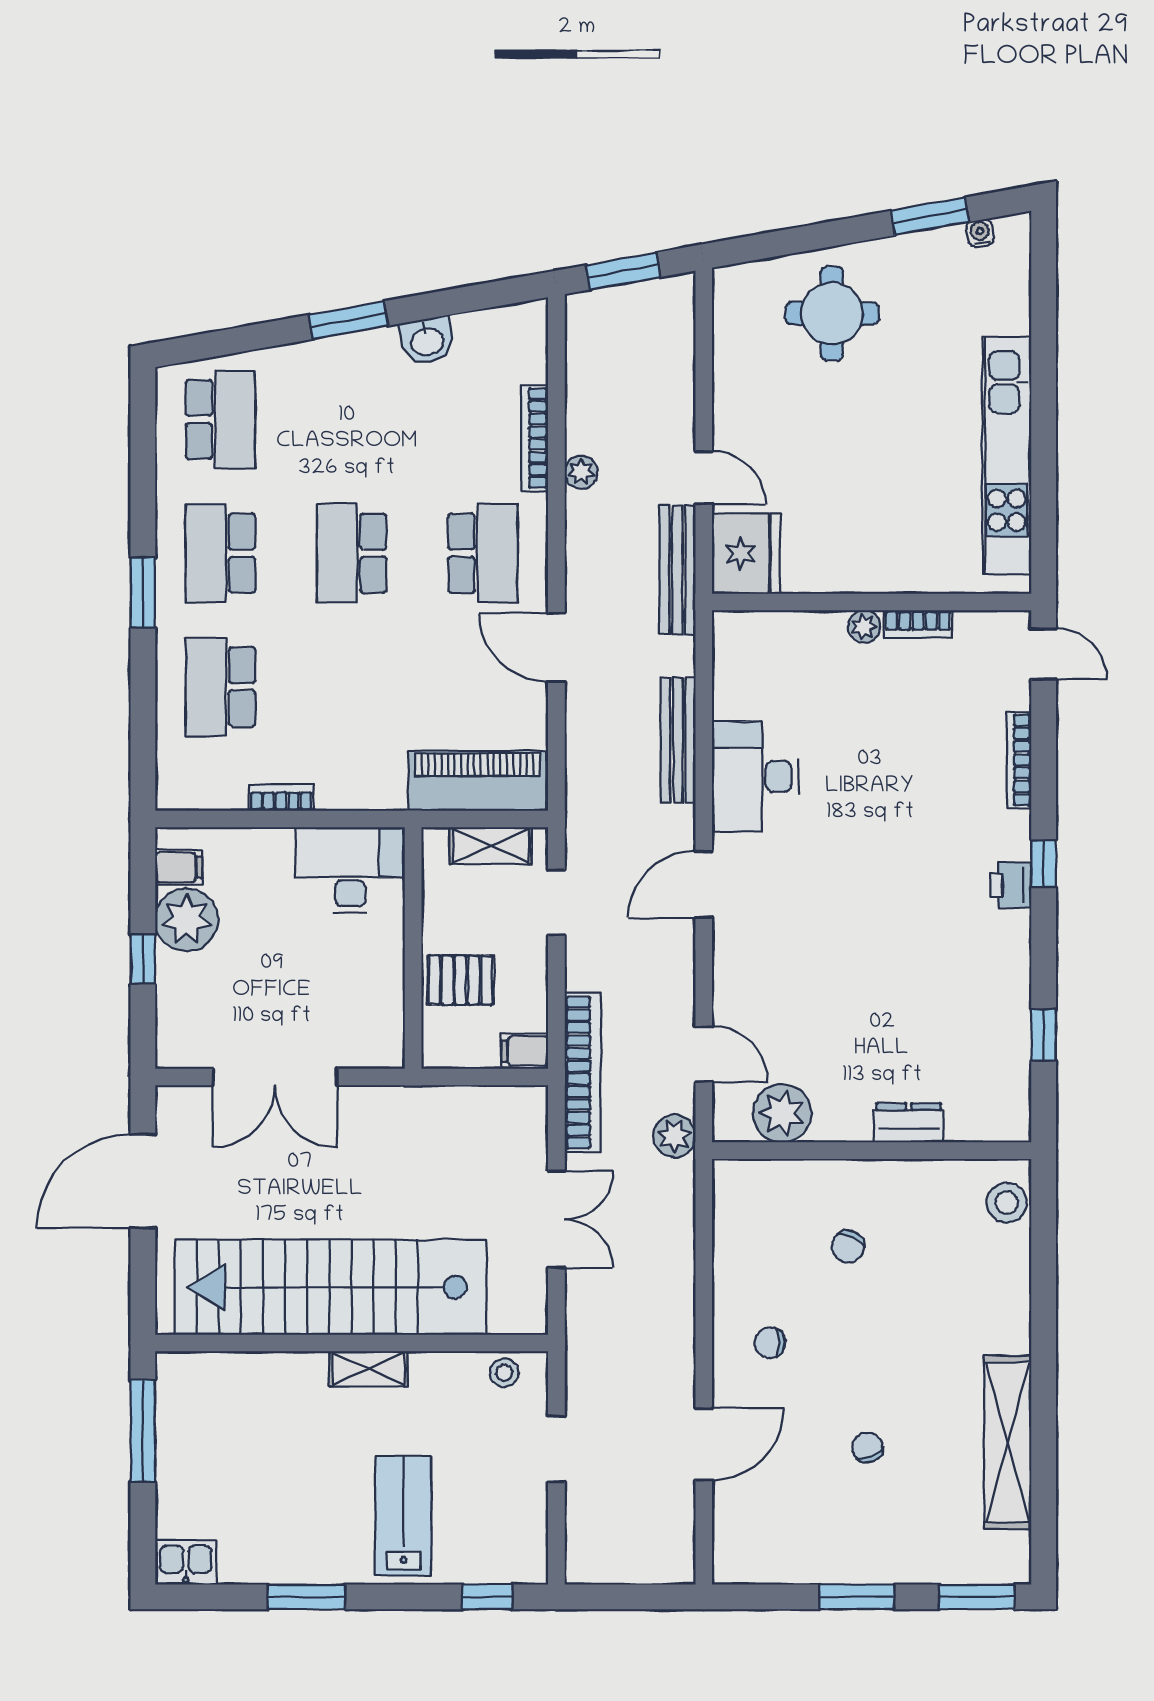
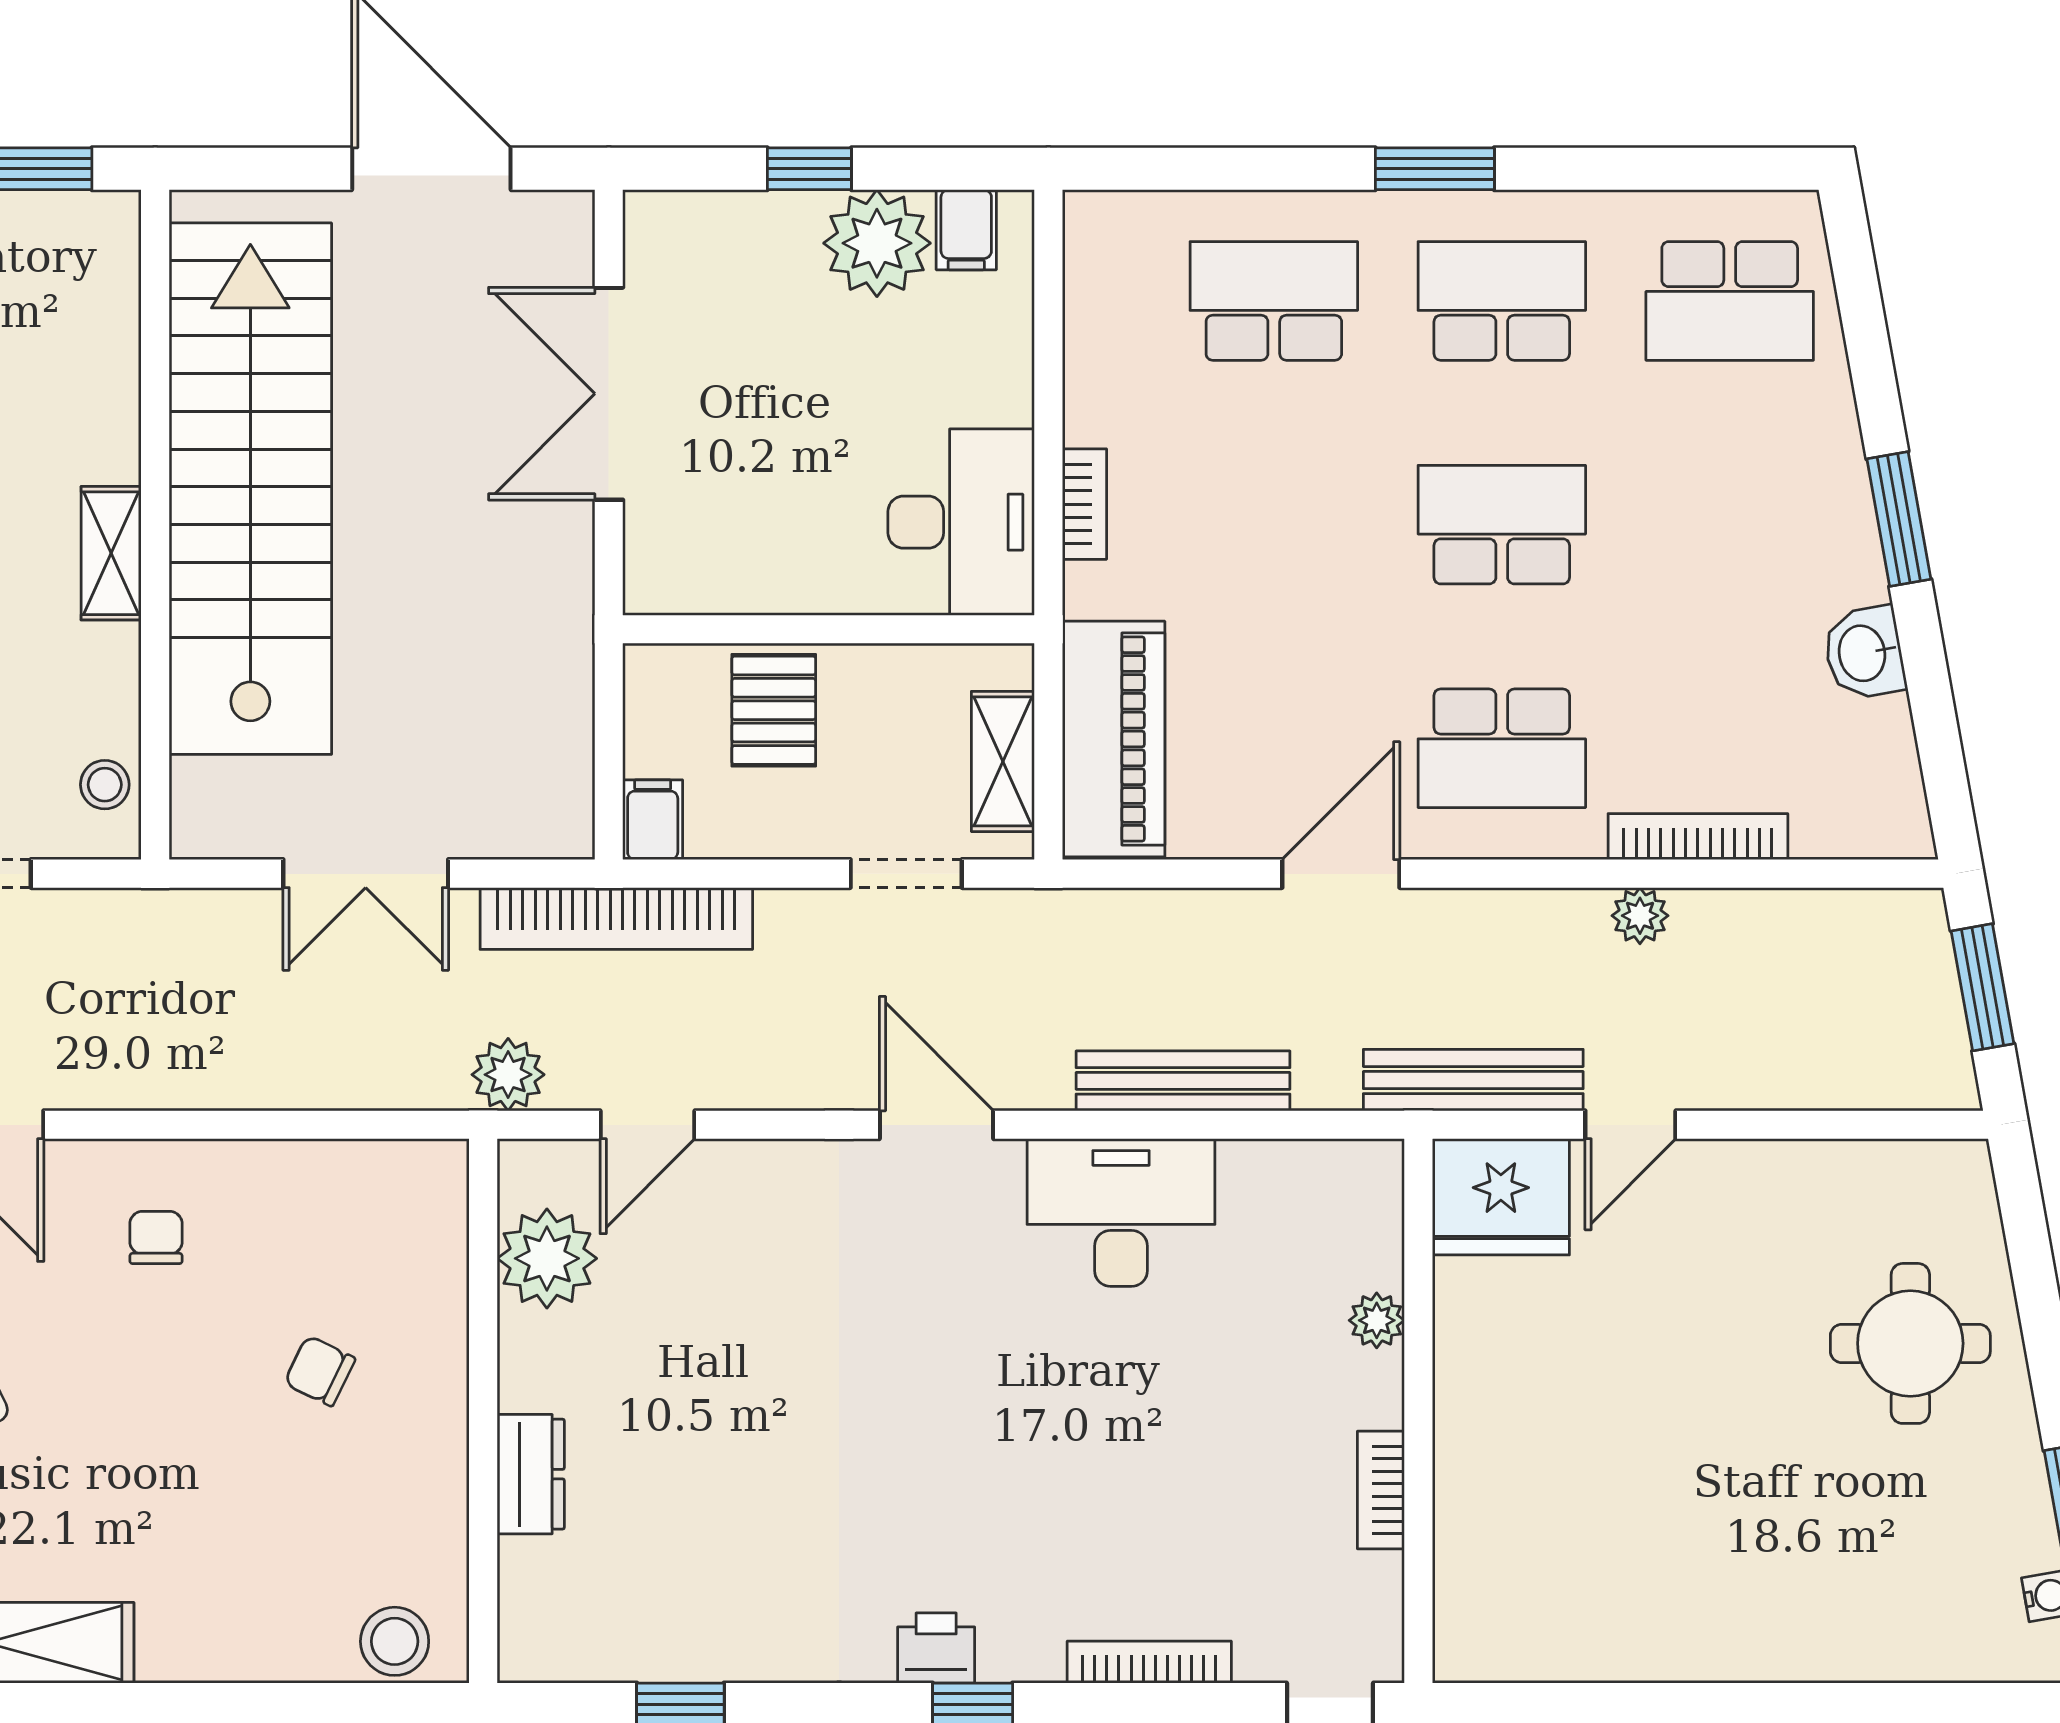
kitchen unit: (1007, 456) -> (1668, 1641), removed
plant: (864, 626) -> (1377, 1320), moved
bookcase: (281, 798) -> (1084, 504), moved

